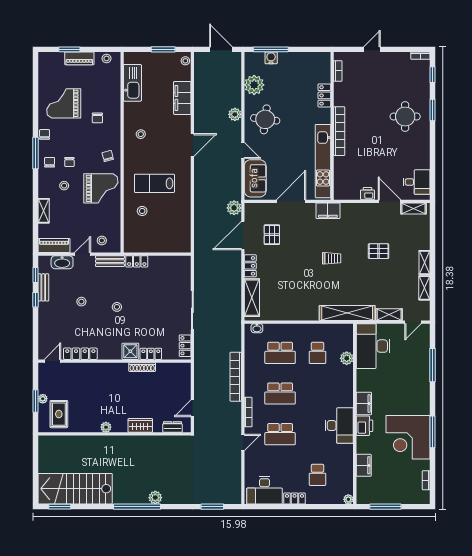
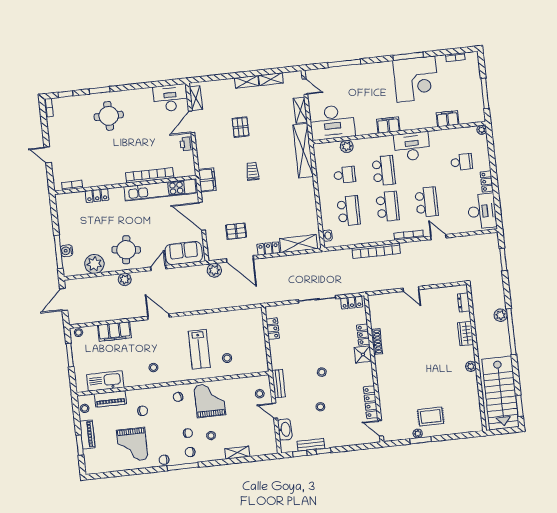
bookcase: (339, 131) -> (150, 175), moved
desk: (417, 182) -> (170, 98), width x1.37
piano: (54, 245) -> (110, 399), moved, turned -90
locker: (137, 261) -> (273, 329), moved
school desk: (317, 394) -> (384, 171), added
wardrobe: (140, 425) -> (466, 334), moved
printer: (364, 426) -> (410, 122), removed
plant: (106, 427) -> (471, 366), moved
dresser: (172, 427) -> (464, 302), moved
wall: (114, 434) -> (476, 357), moved

